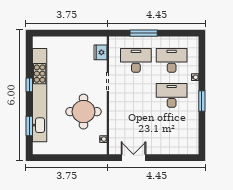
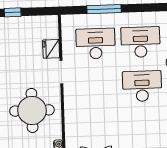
window: (71, 33) -> (13, 12), added
fridge: (100, 52) -> (51, 49), moved

